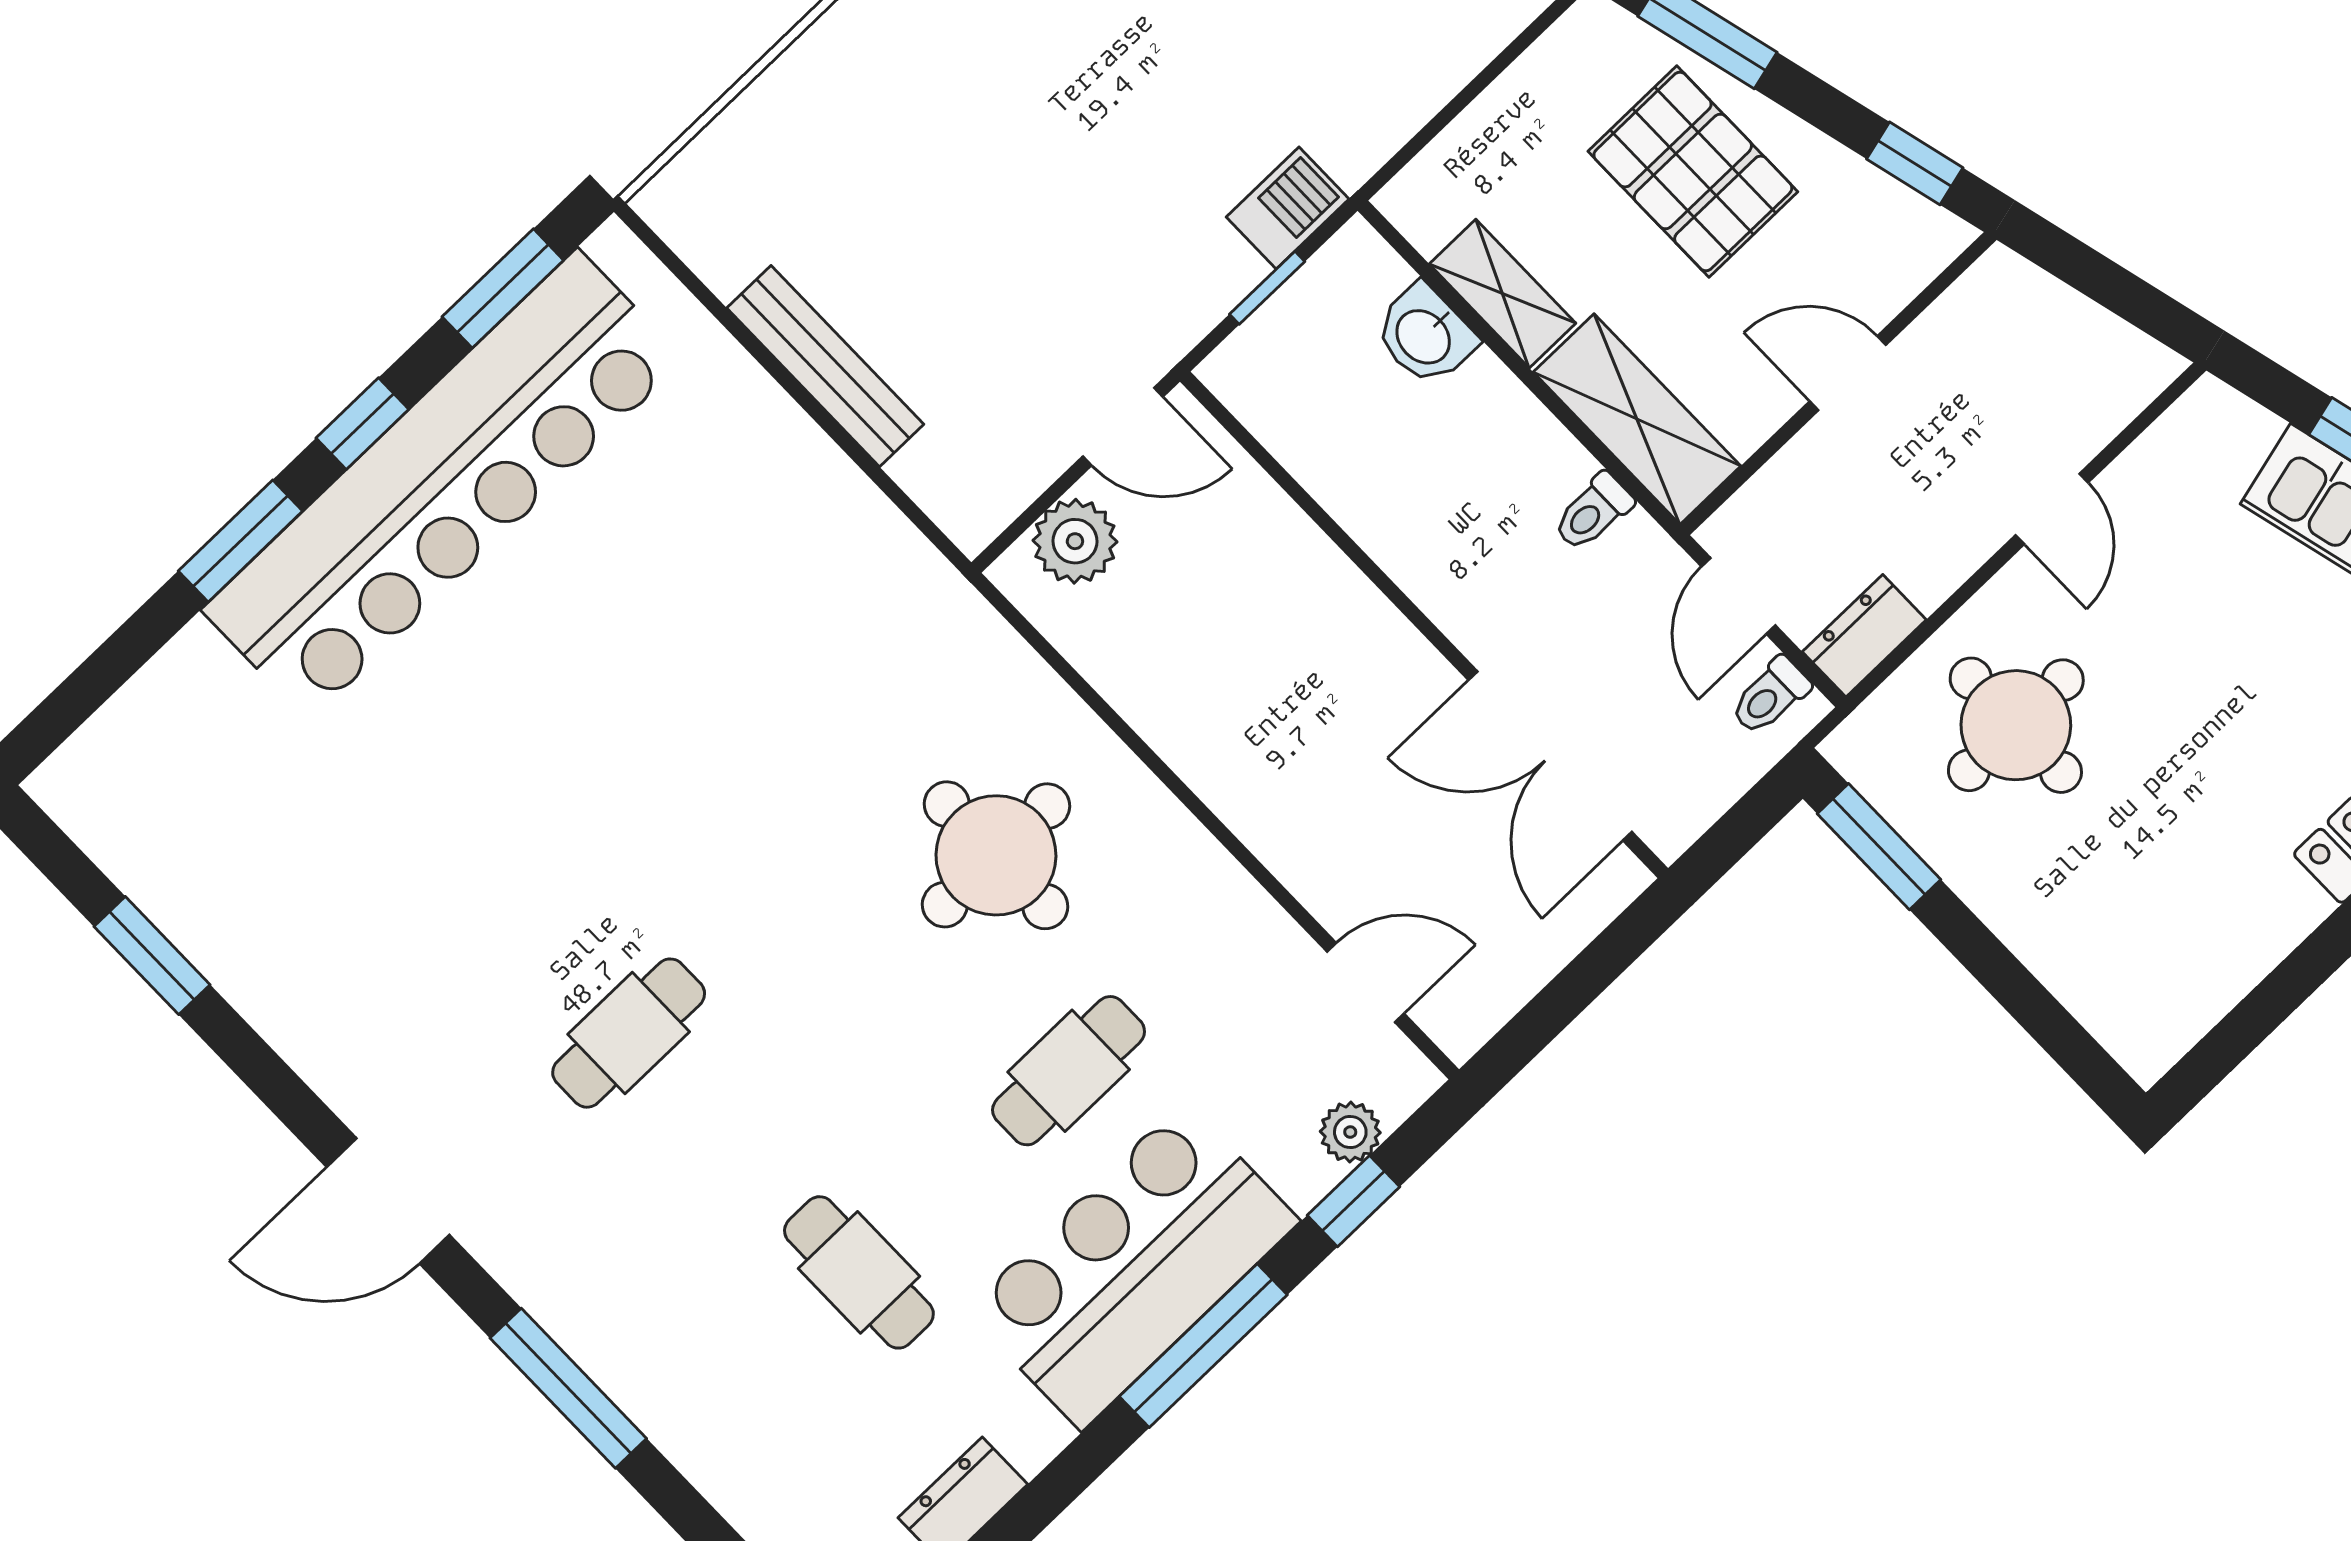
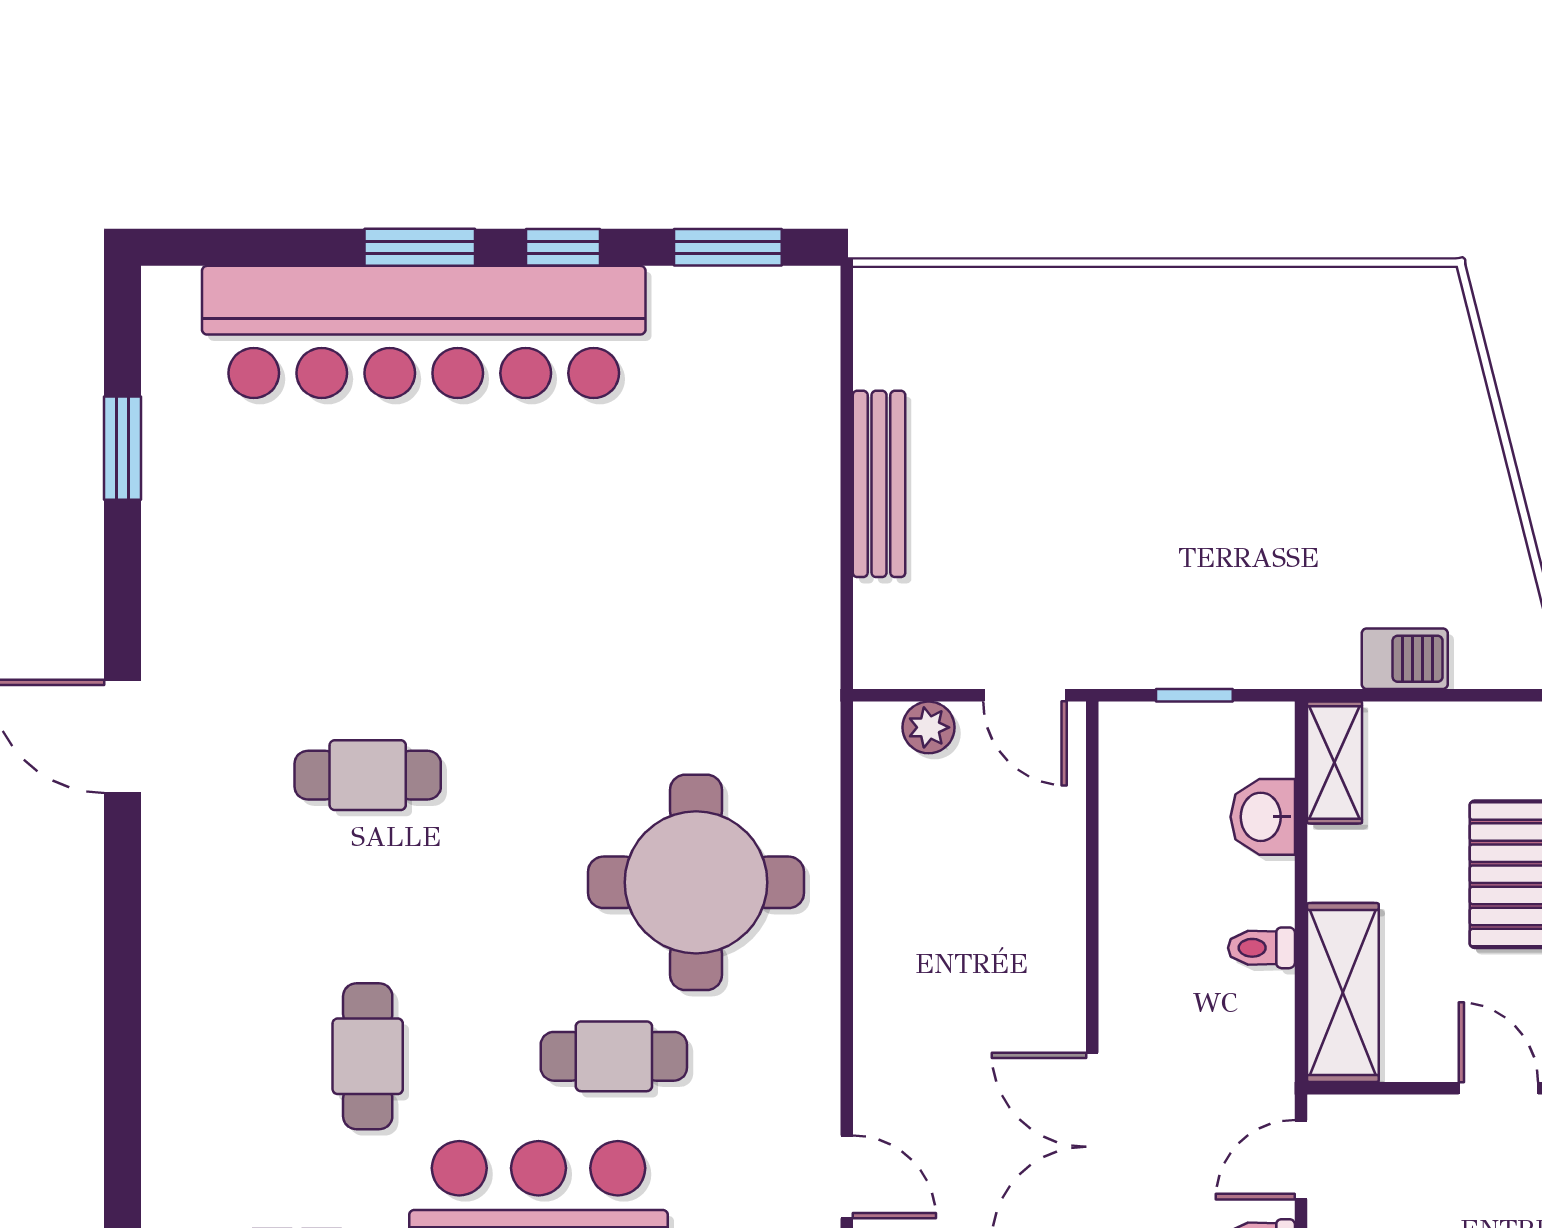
barbecue: (1288, 208) -> (1405, 659), moved
shelving: (1503, 294) -> (1335, 762), moved
bar counter: (443, 485) -> (424, 332), moved
toilet: (1593, 512) -> (1261, 948), moved
plant: (1075, 541) -> (929, 727), width x0.73, depth x0.73
round table: (996, 855) -> (696, 882), width x1.36, depth x1.36
window: (568, 1388) -> (123, 956), removed

